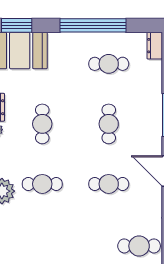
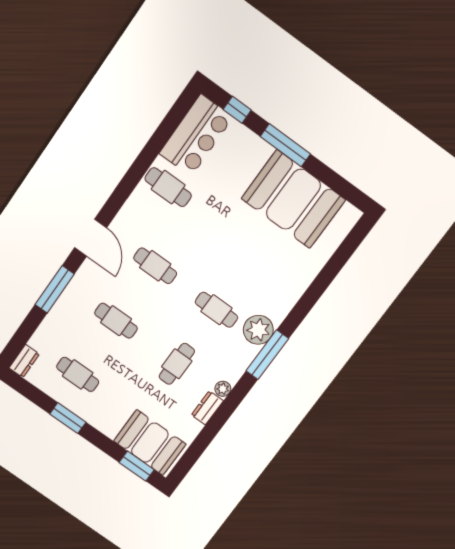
window: (93, 25) -> (68, 418), width x0.47
cafe table: (109, 124) -> (116, 321), turned 90

